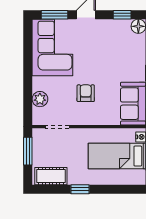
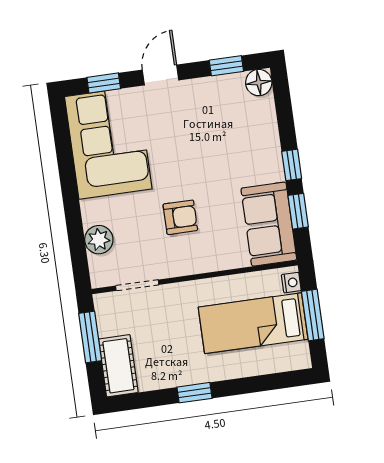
window: (54, 15) -> (104, 83), width x0.67
armchair: (86, 93) -> (180, 217), turned 90
cot: (51, 176) -> (118, 366), moved, turned 90

